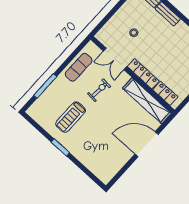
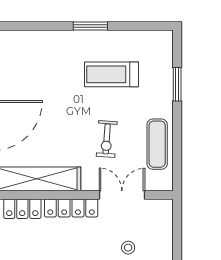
window: (45, 86) -> (177, 84), width x0.69
treadmill: (71, 117) -> (112, 74), turned -90

